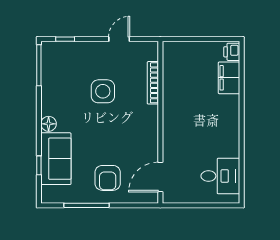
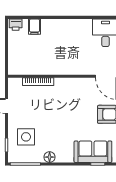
filing cabinet: (229, 78) -> (34, 27), width x0.50
side table: (103, 91) -> (26, 137), moved
floor lamp: (49, 124) -> (50, 157), moved

